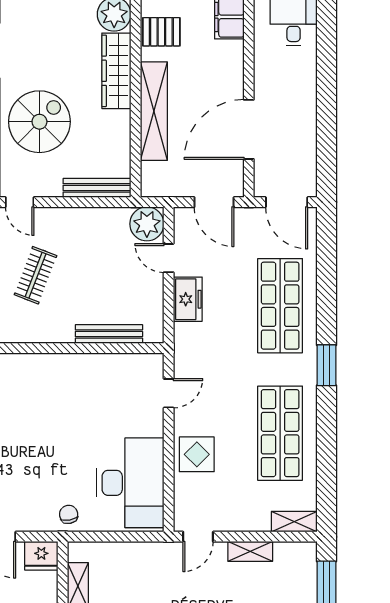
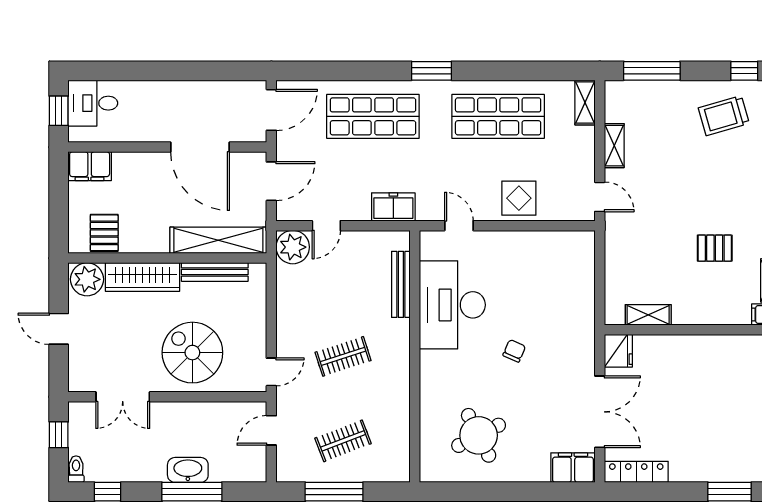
shelving: (154, 111) -> (218, 240), moved
bench: (97, 188) -> (215, 272), moved, turned 90
clothes rail: (36, 275) -> (343, 356), turned -39
freezer: (188, 299) -> (393, 207), moved
desk: (130, 483) -> (452, 305), moved, turned -90
chair: (69, 514) -> (514, 351), moved, turned 124

